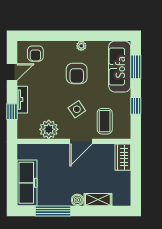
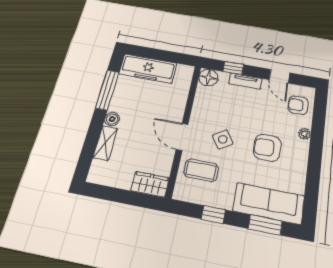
plant: (81, 46) -> (305, 134), moved
plant: (49, 129) -> (205, 103), removed
floor lamp: (25, 131) -> (208, 77), added

